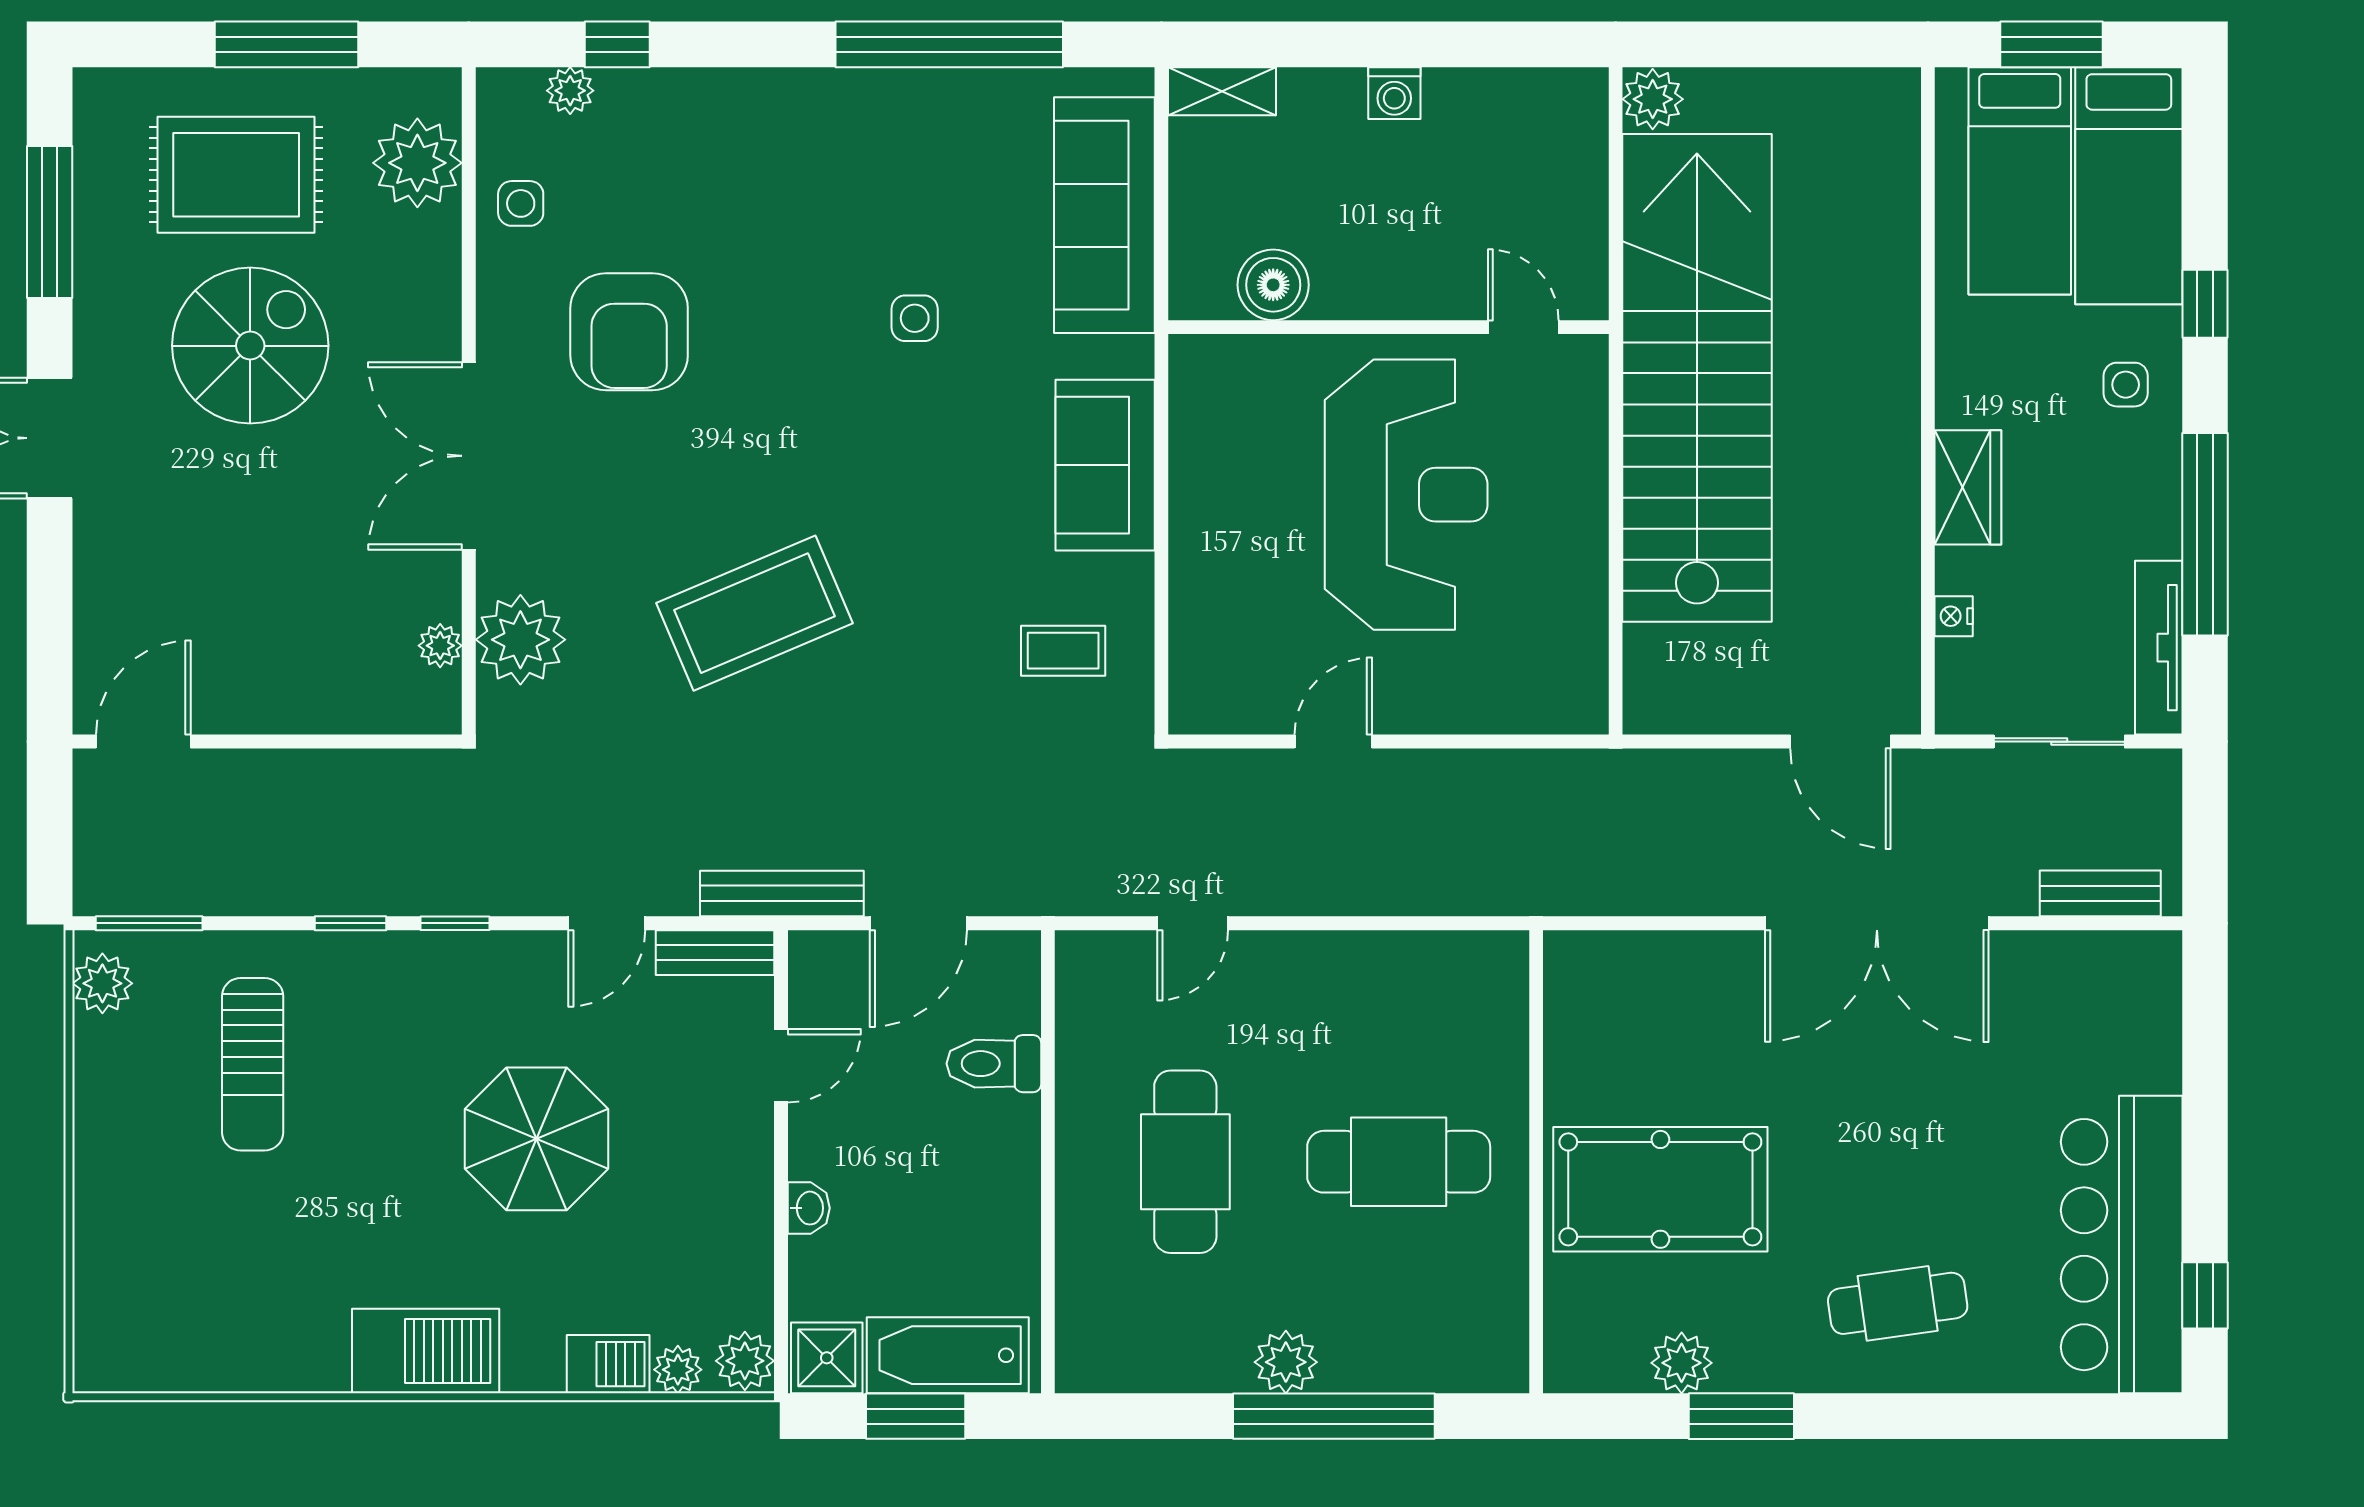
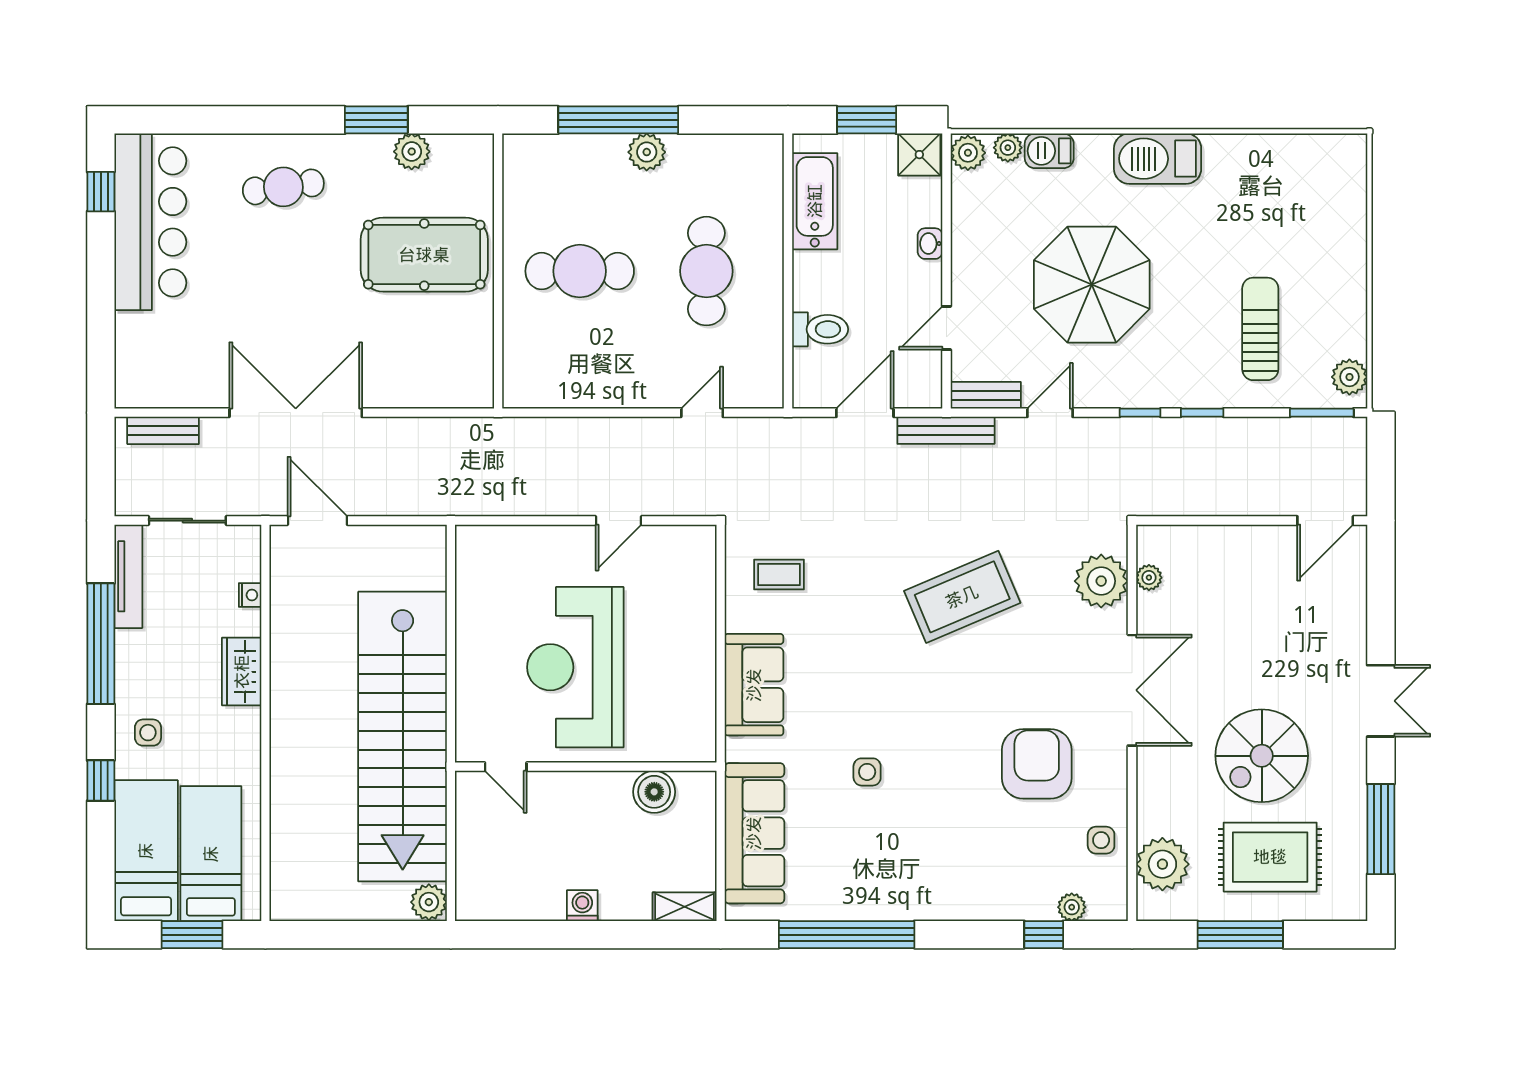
parasol: (536, 1139) -> (1092, 285), width x1.36, depth x1.36
bathtub: (948, 1355) -> (815, 201), moved, turned -90

